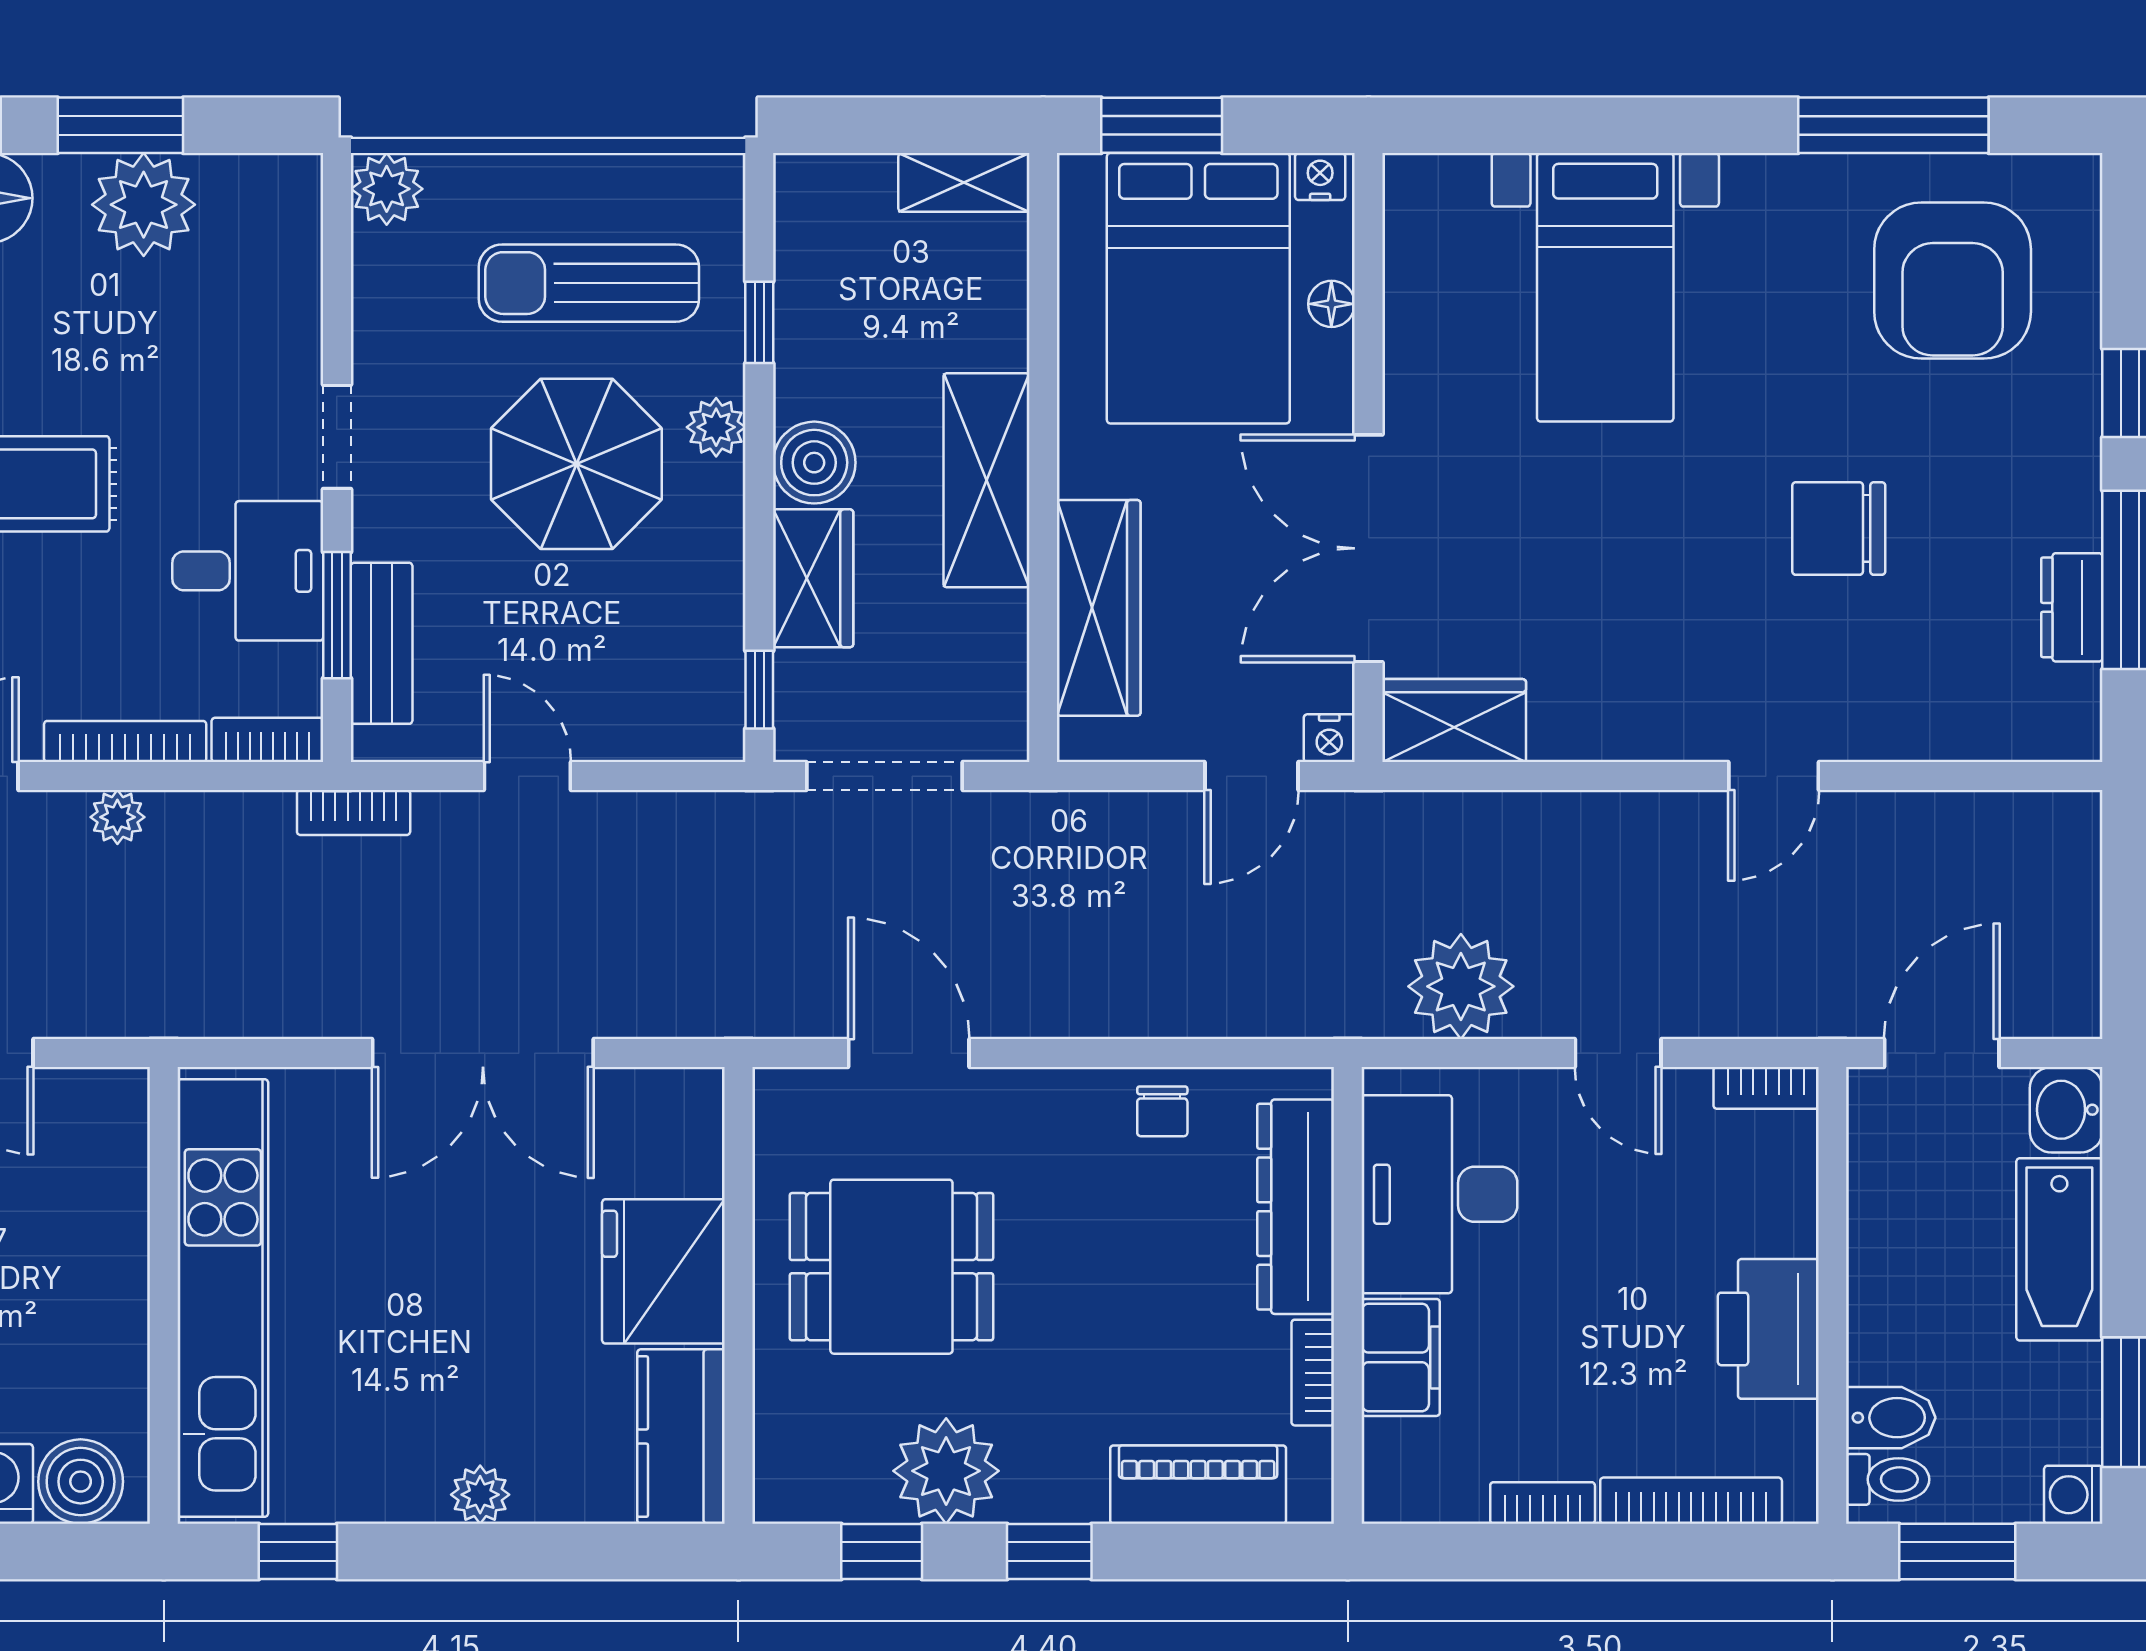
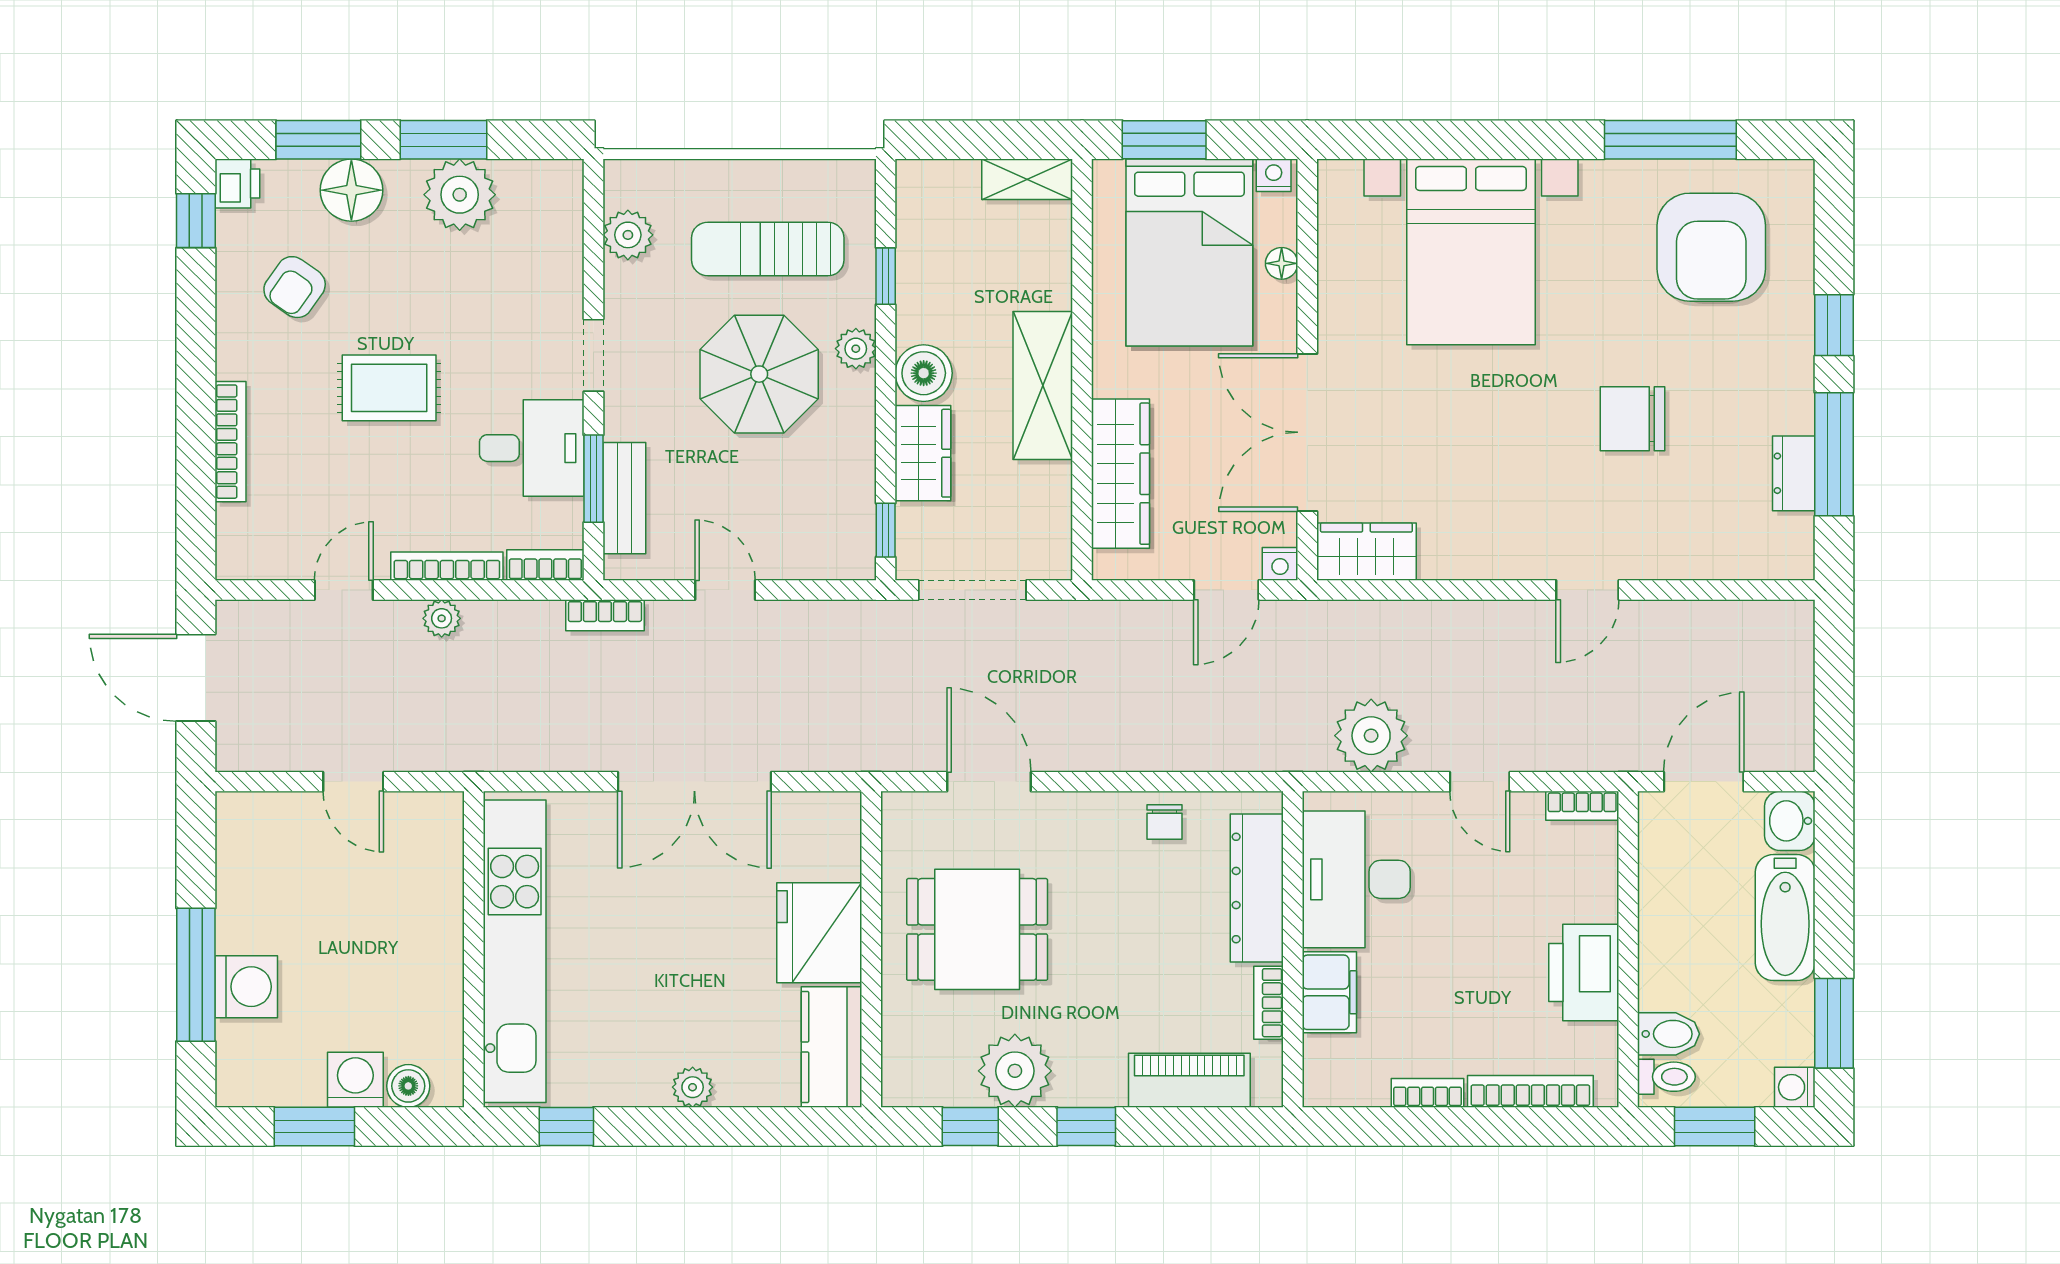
plant: (387, 189) -> (628, 235), moved
bed with nightstands: (1605, 287) -> (1471, 252), width x1.36
boiler: (81, 1482) -> (408, 1086), width x0.73, depth x0.73

